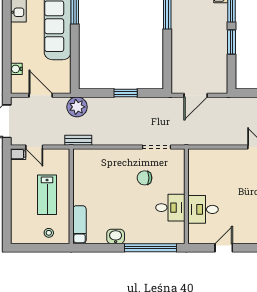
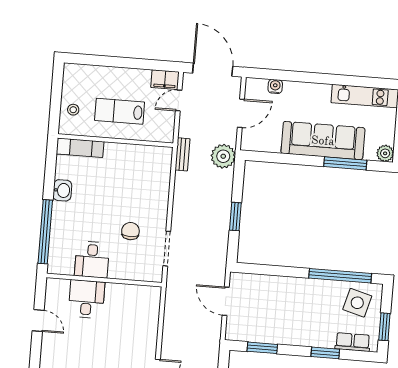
window: (231, 42) -> (262, 348), moved
filing cabinet: (18, 154) -> (165, 80), width x2.00

